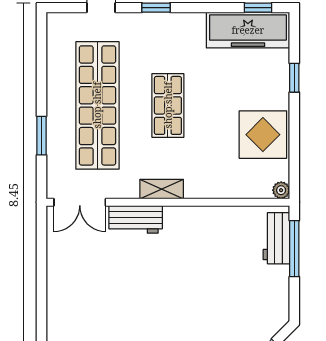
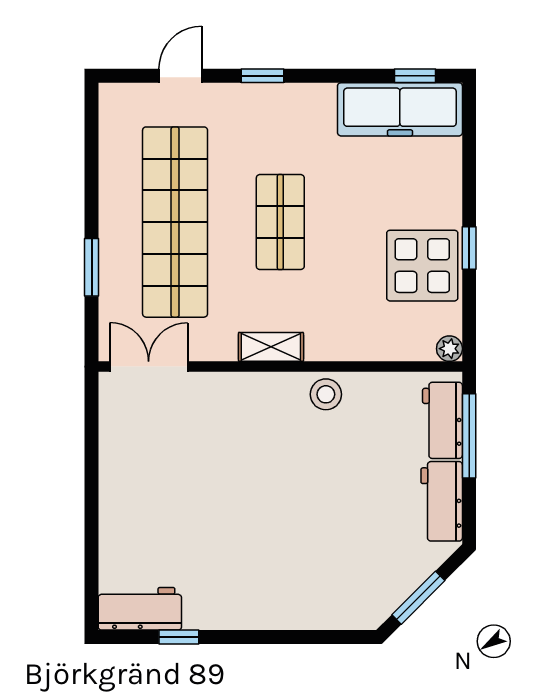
window: (294, 78) -> (469, 248), moved
double door: (80, 202) -> (149, 367), swing flipped
workbench: (136, 219) -> (442, 501), moved, turned 90
stool: (198, 221) -> (326, 394), added

